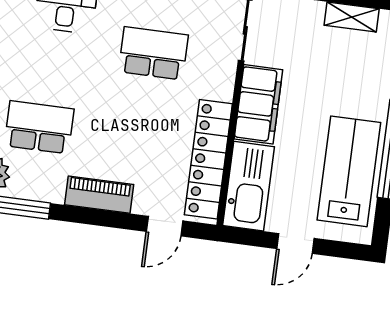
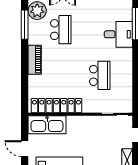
filing cabinet: (258, 104) -> (83, 124), removed
door: (165, 226) -> (25, 90), removed

